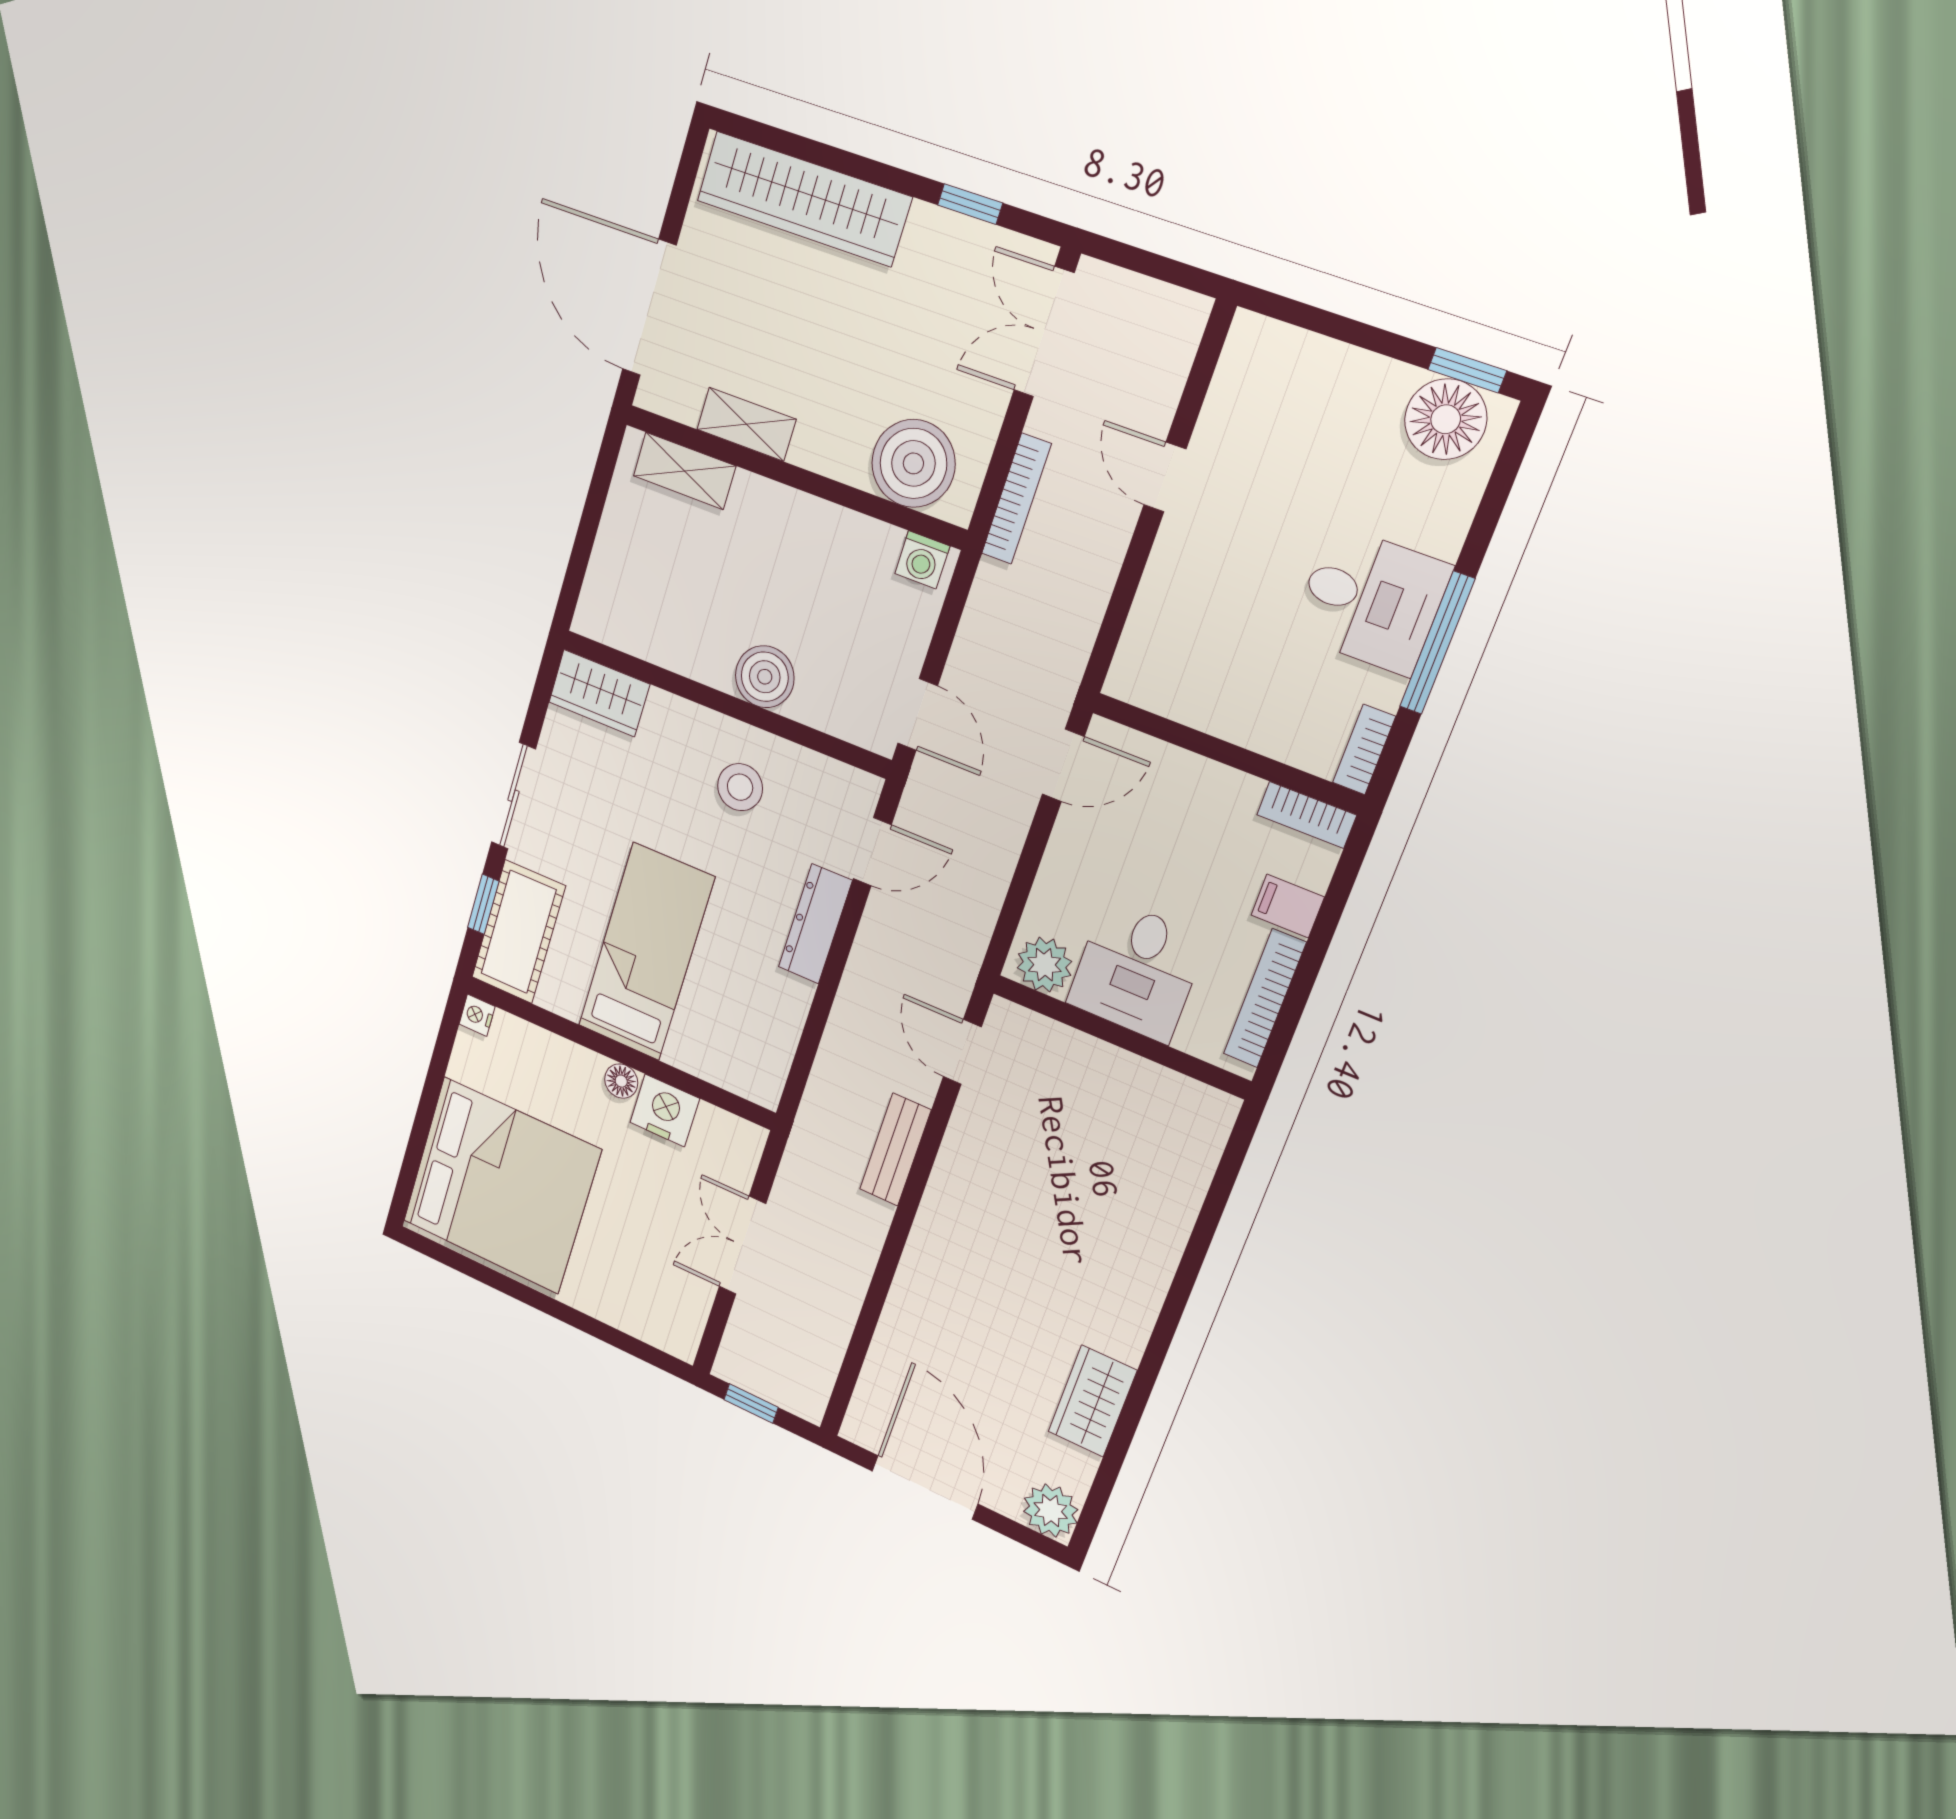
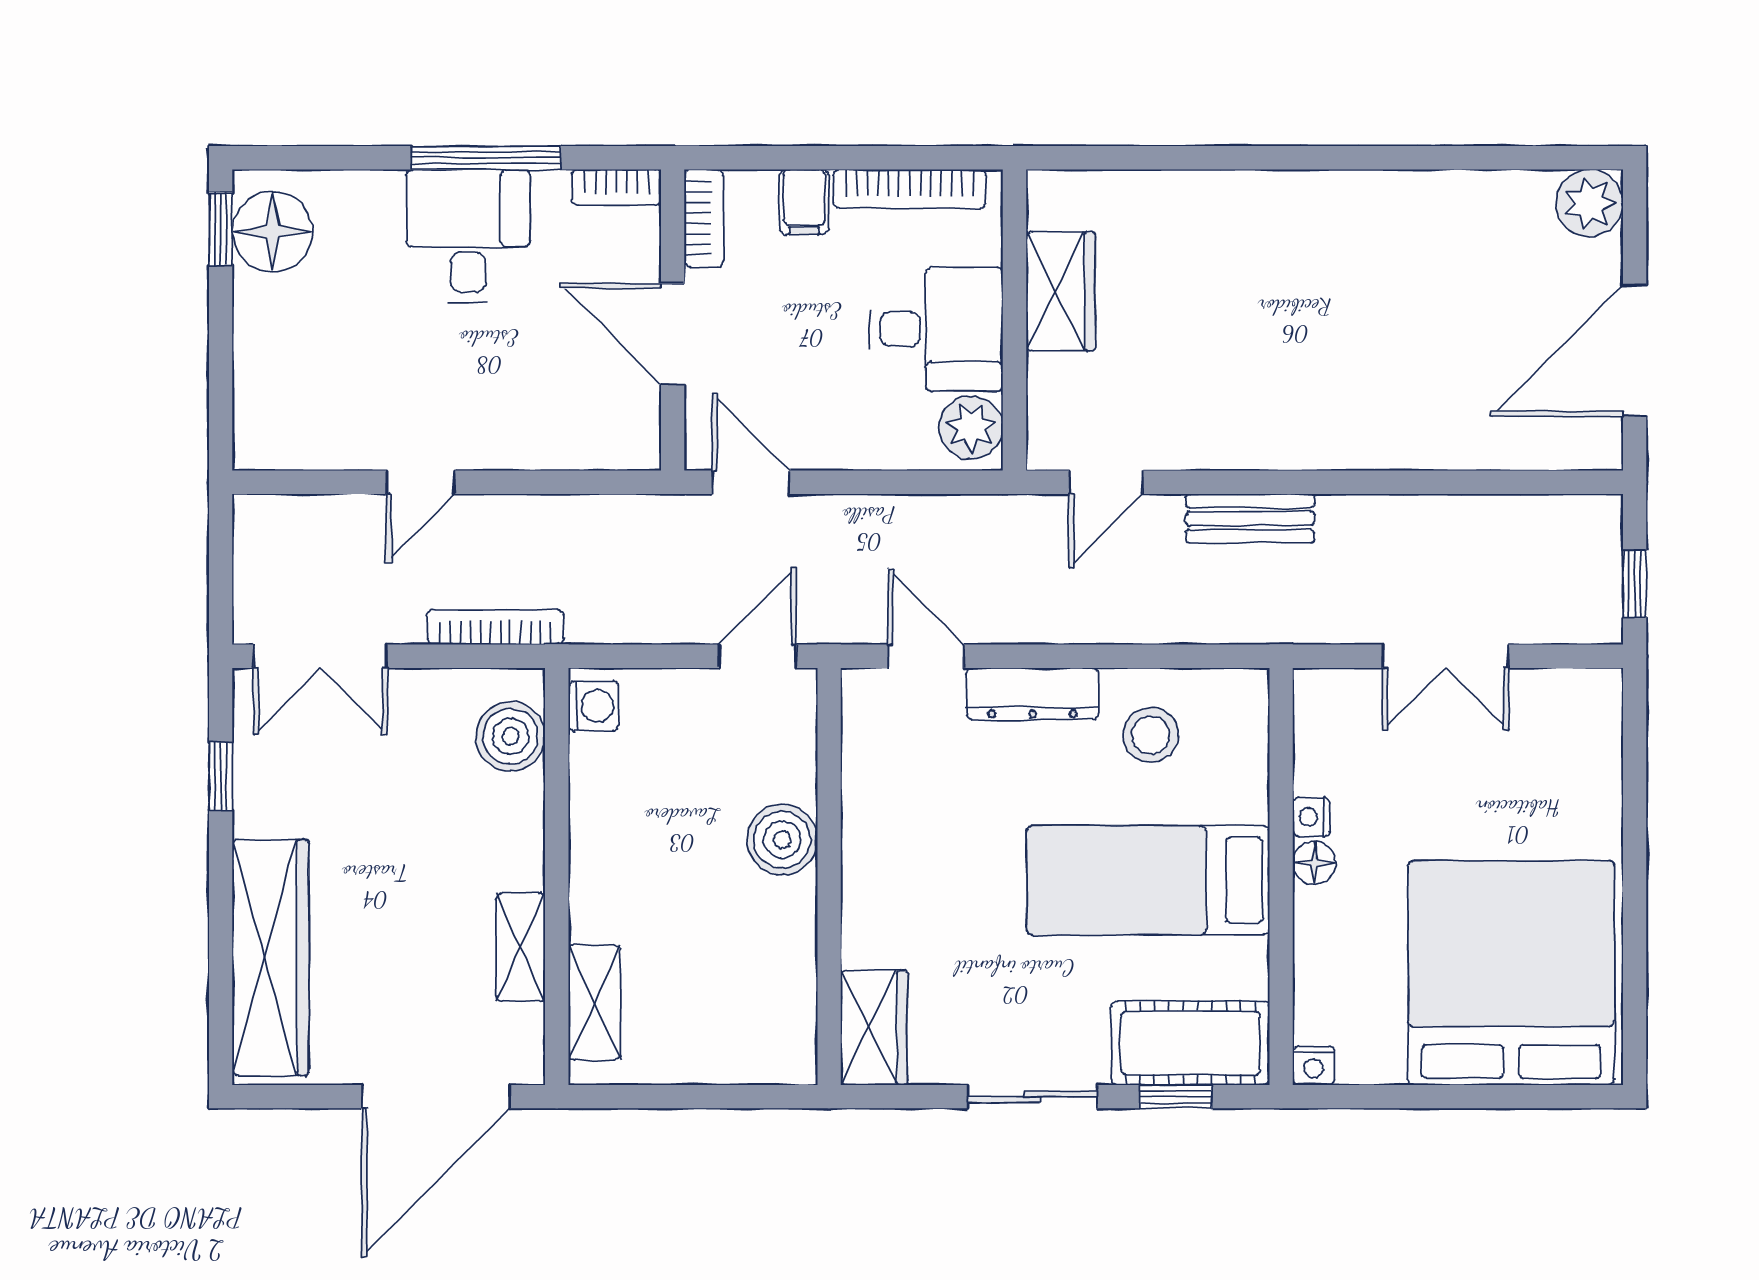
boiler: (913, 463) -> (510, 736), width x0.73, depth x0.73
door: (1215, 749) -> (673, 334), added
stool: (740, 787) -> (1151, 735), moved
nightstand: (665, 1111) -> (1311, 817), width x0.53, depth x0.56
wardrobe: (1092, 1401) -> (1061, 291), moved, turned -90

